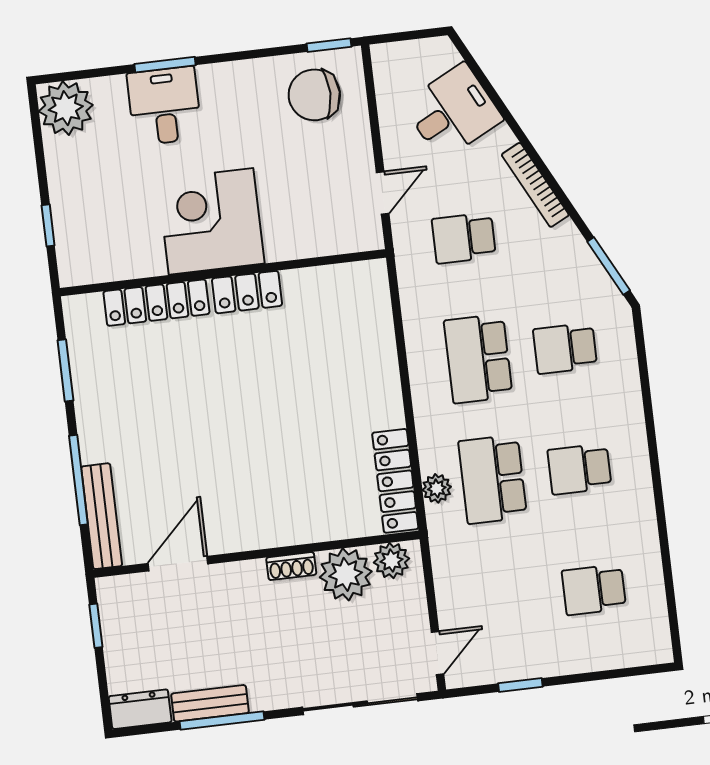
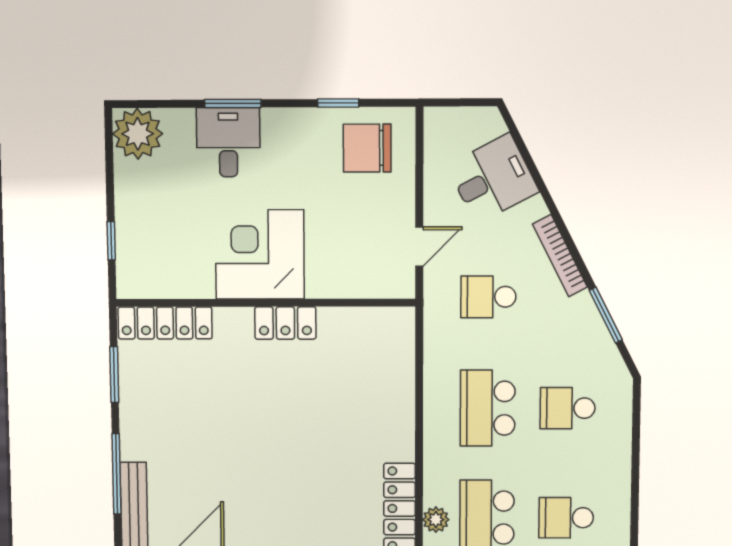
window: (329, 45) -> (338, 103), moved
window: (609, 266) -> (606, 315), moved
locker: (156, 303) -> (165, 323), moved

